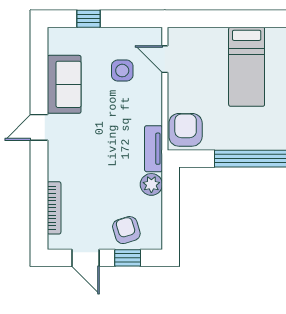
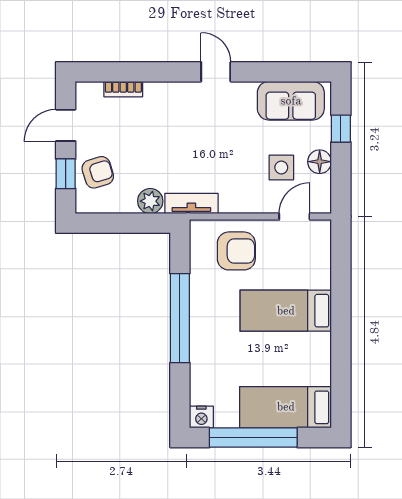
floor lamp: (117, 37) -> (320, 162), added
sofa: (64, 84) -> (291, 101), moved
armchair: (186, 130) -> (236, 251), moved
bookcase: (54, 208) -> (123, 89), width x0.64

